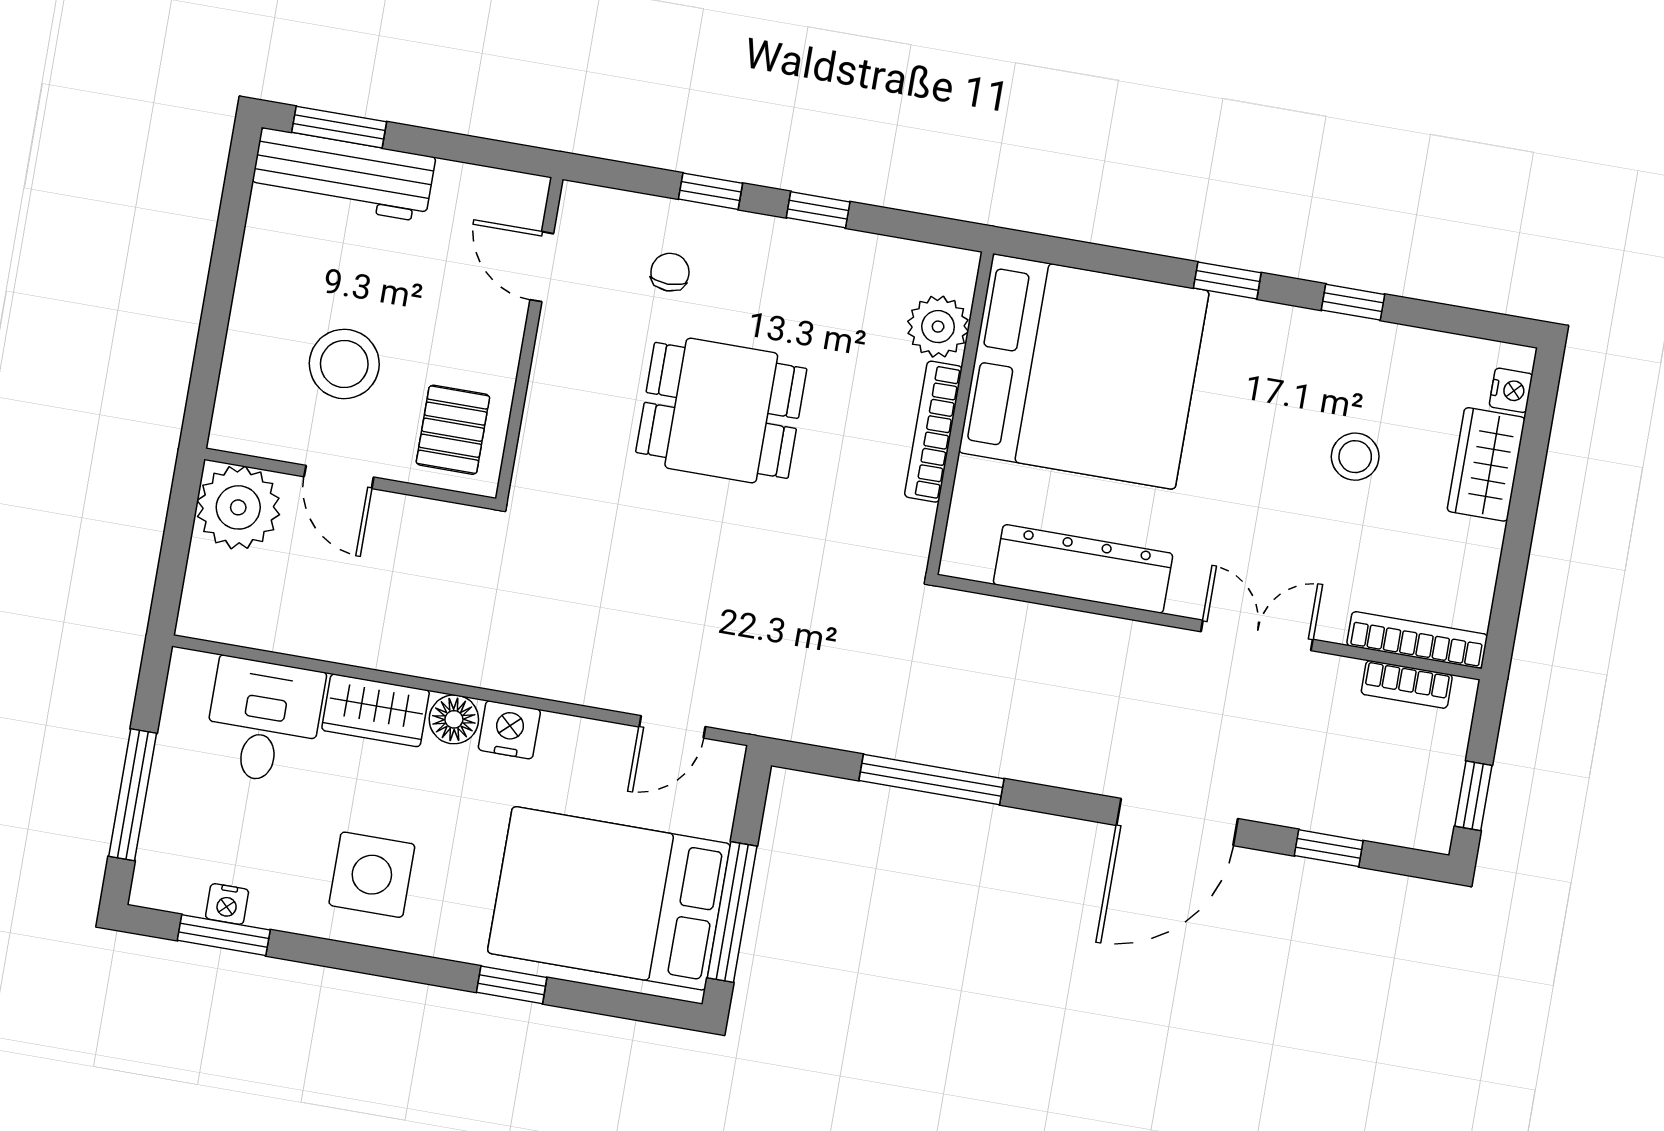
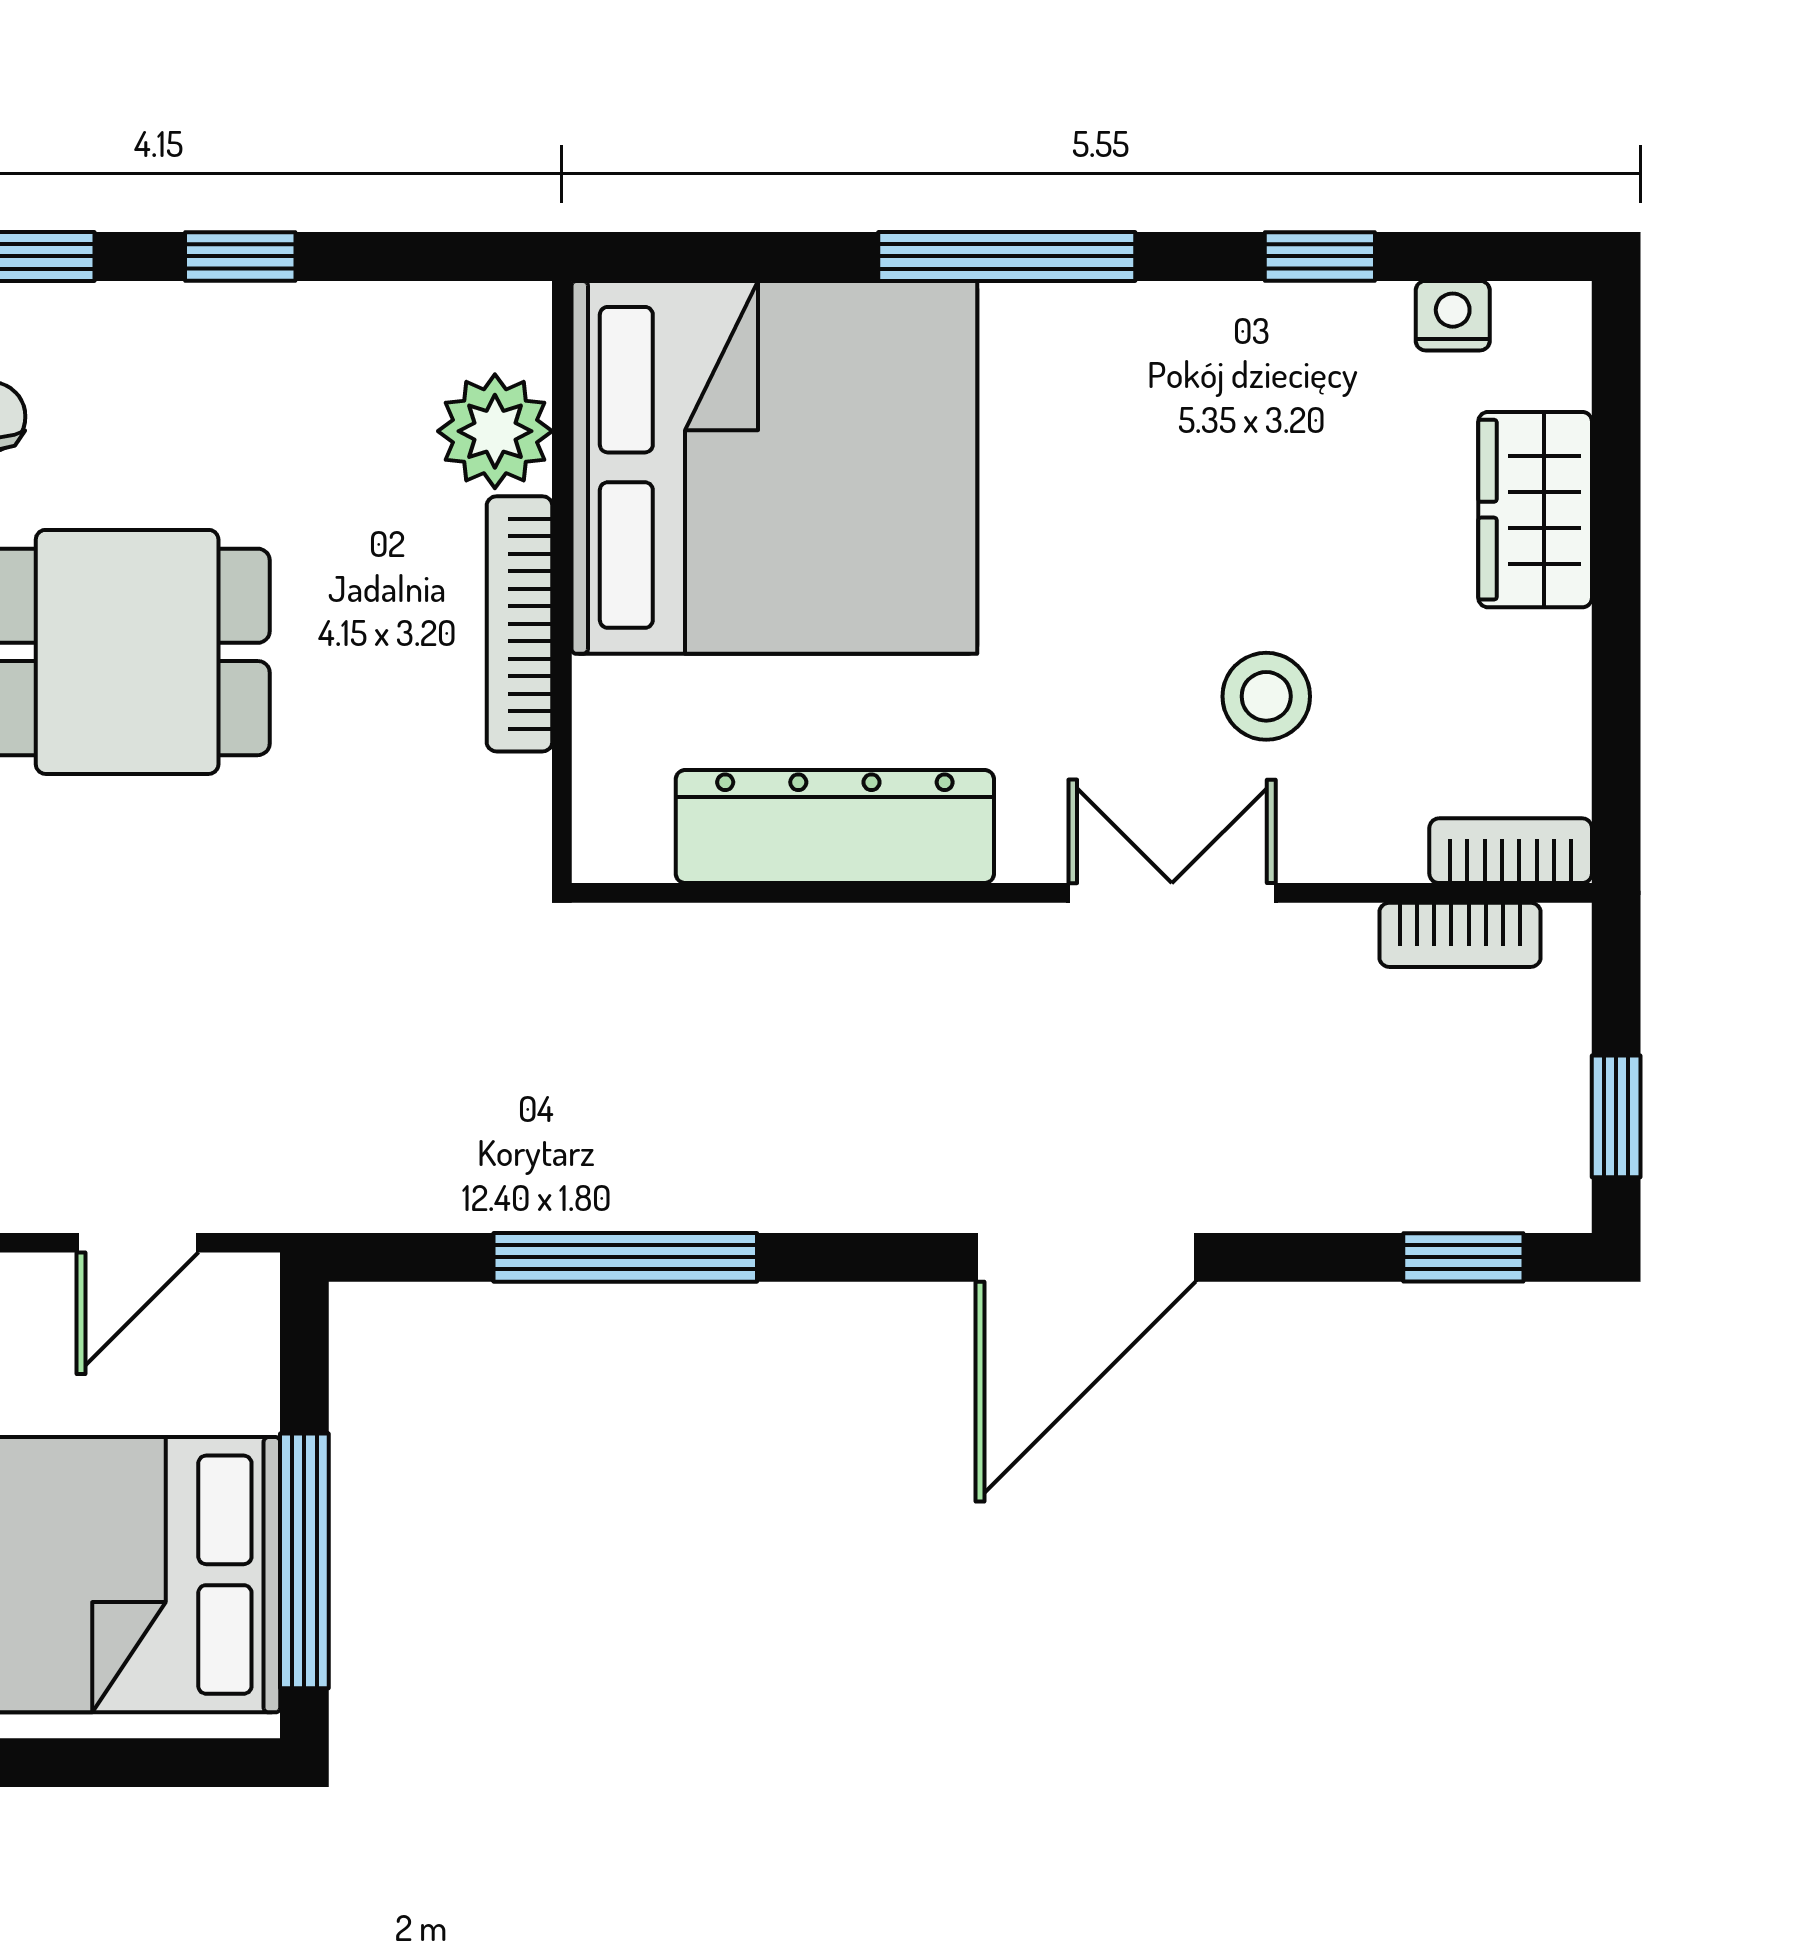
window: (1227, 280) -> (1007, 256), width x2.17
window: (1353, 302) -> (1320, 256), moved
nightstand: (1511, 390) -> (1453, 316), moved, turned -90
stool: (1355, 457) -> (1266, 696), moved
bookcase: (1417, 640) -> (1511, 851), width x0.64
window: (1329, 848) -> (1463, 1257), moved

